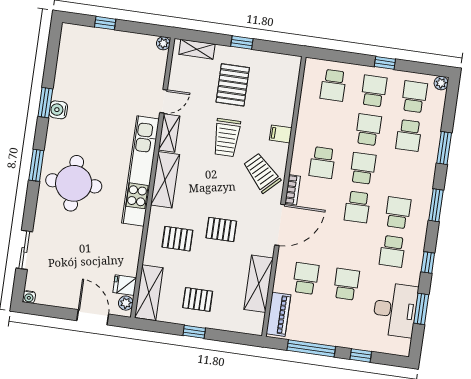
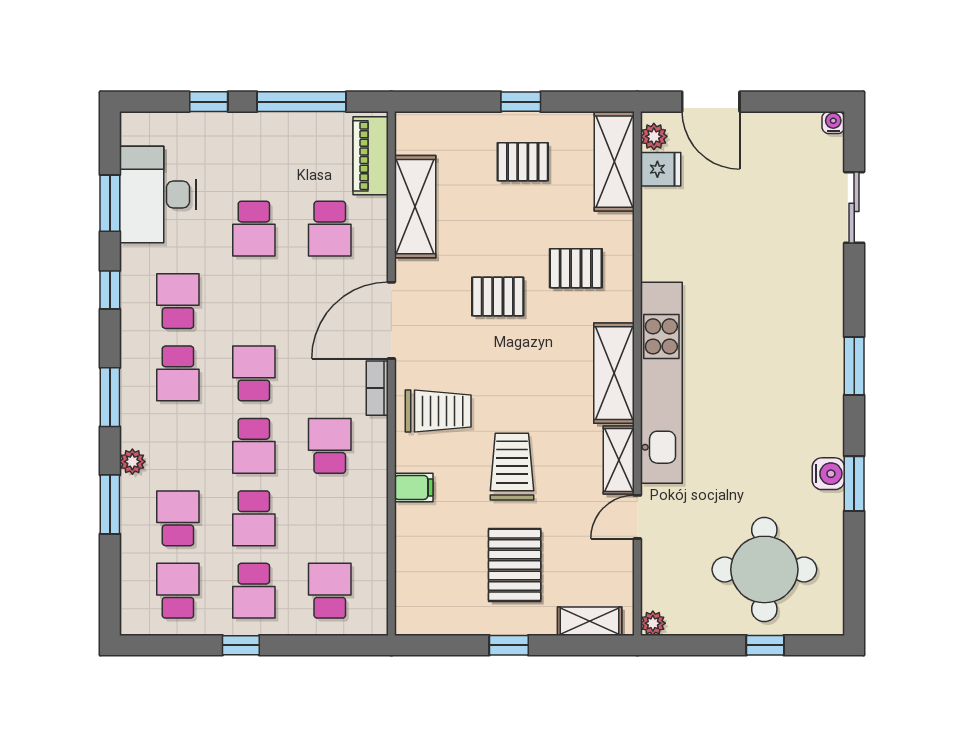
plant: (441, 83) -> (132, 462), moved
school desk: (414, 97) -> (178, 591), turned 180
trolley: (262, 173) -> (438, 411), turned -46
round table: (74, 183) -> (764, 569), moved

